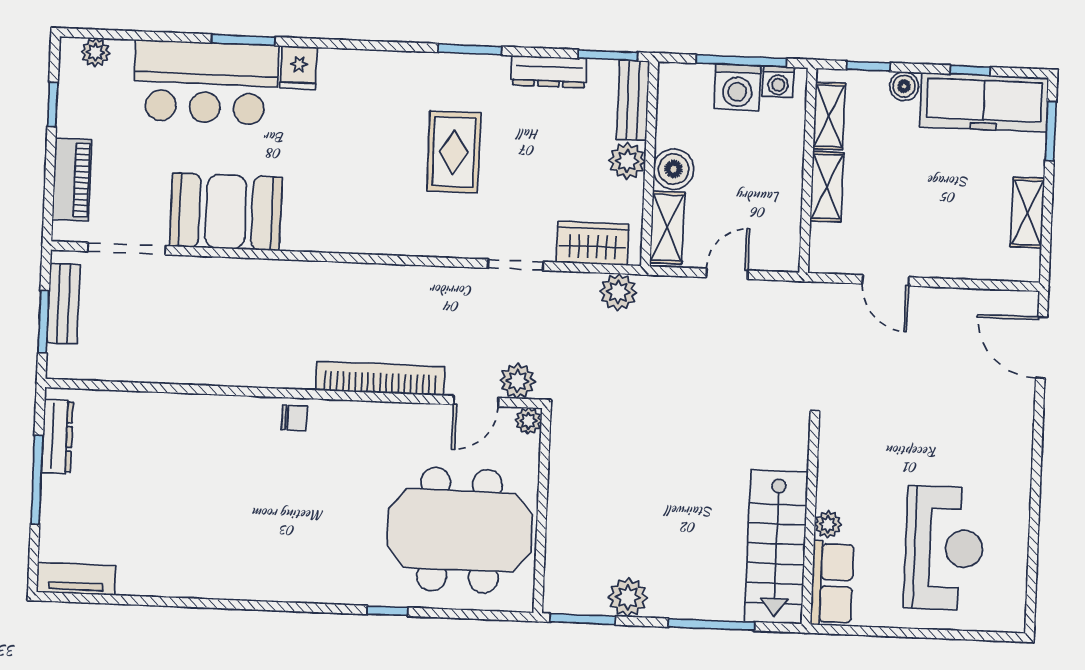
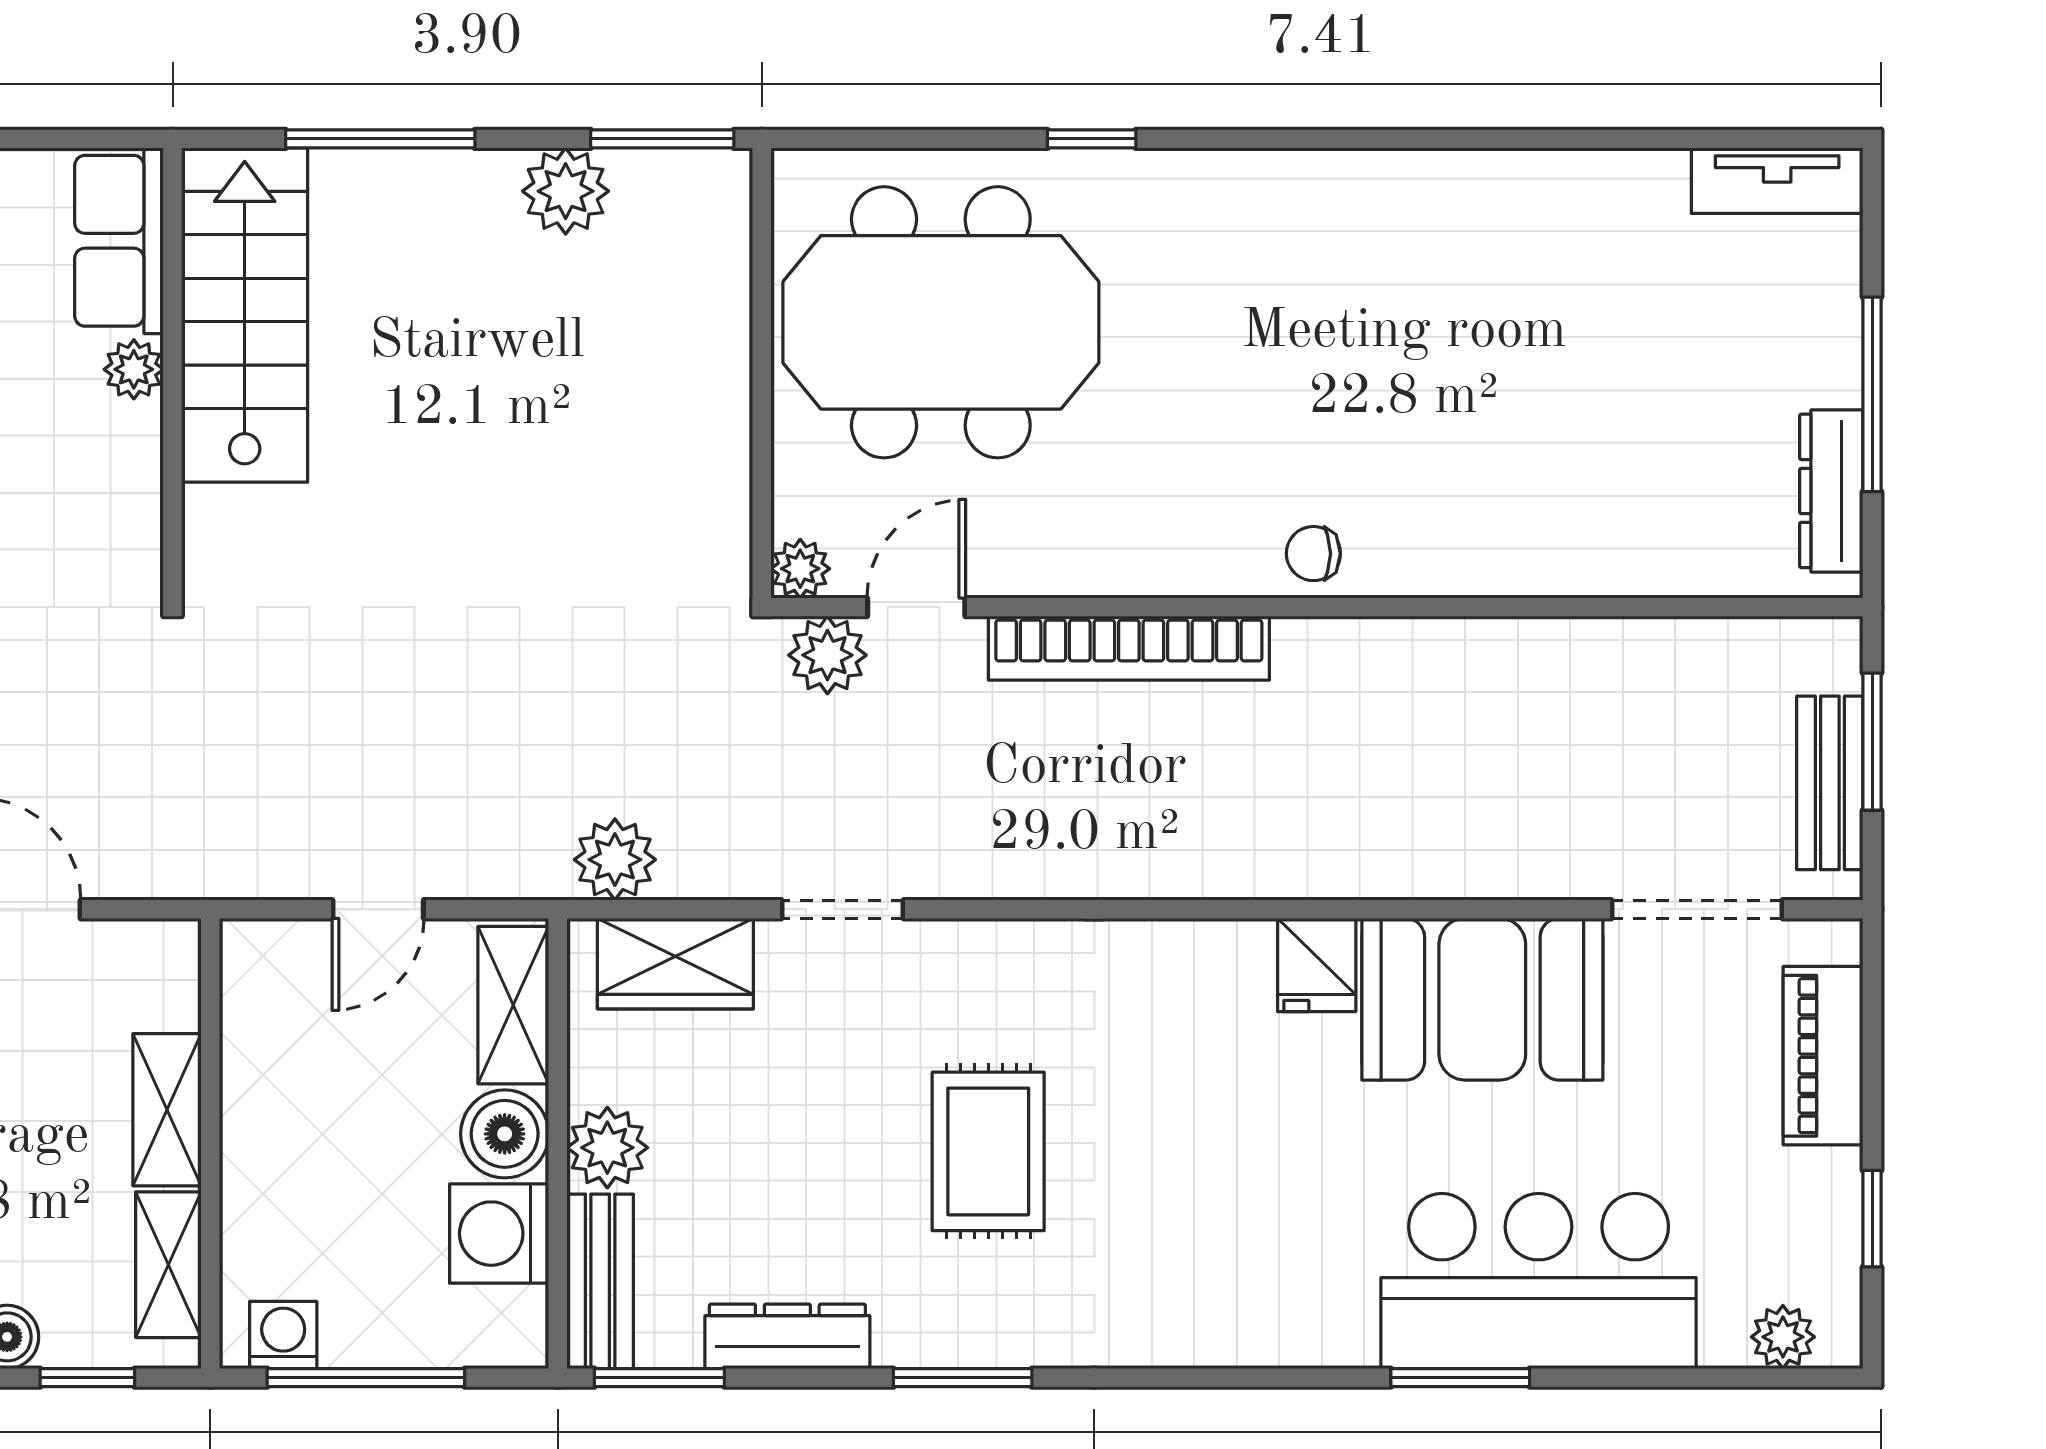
fridge: (299, 68) -> (1317, 965), moved, turned 180
washing machine: (737, 87) -> (499, 1234), moved, turned -90

